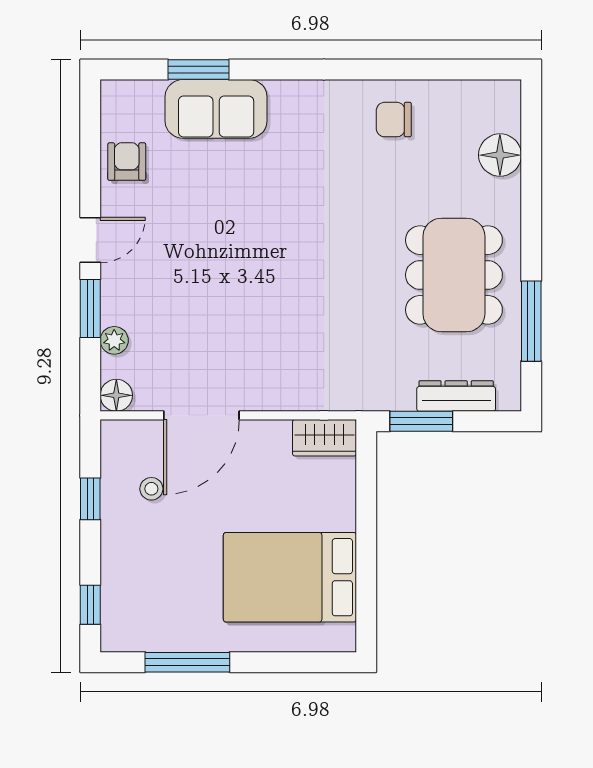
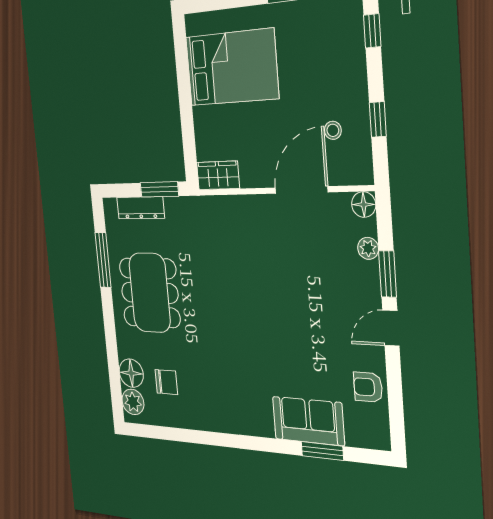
plant: (502, 112) -> (133, 402), added
chair: (394, 120) -> (166, 382), moved
armchair: (127, 162) -> (368, 387), turned 90

